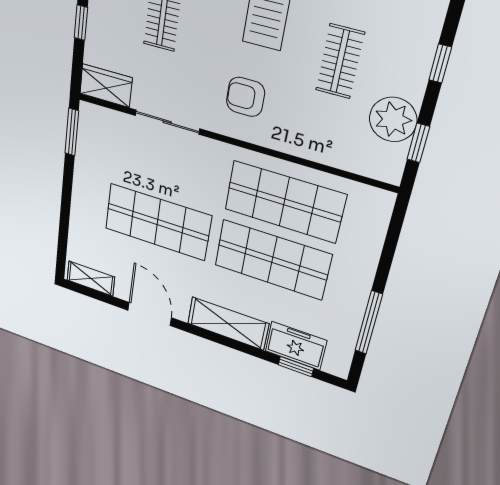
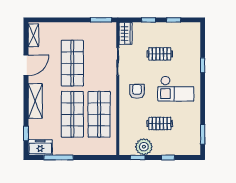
freezer: (296, 346) -> (40, 147), moved, turned -90

